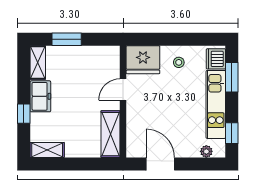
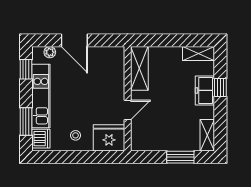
freezer: (40, 96) -> (205, 90), moved
door: (160, 164) -> (74, 40), moved

